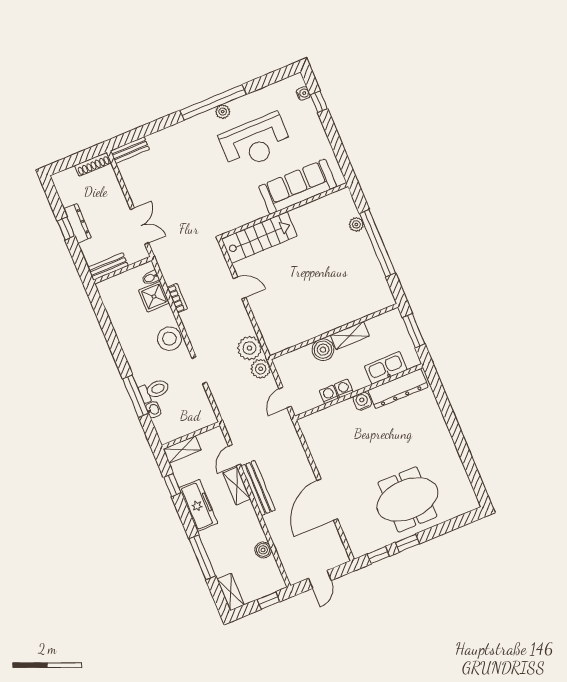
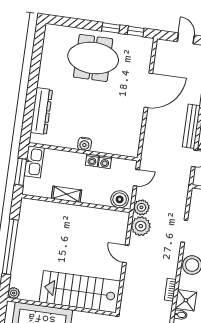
plant: (356, 224) -> (14, 293), moved
stairs: (259, 237) -> (80, 292), width x1.36, depth x1.51
door: (240, 288) -> (126, 254), moved
boiler: (323, 350) -> (120, 199), moved
kitchen sink: (386, 368) -> (34, 162), moved, turned -90
dresser: (398, 389) -> (41, 111), moved, turned 90
door: (320, 579) -> (186, 38), hinge flipped

